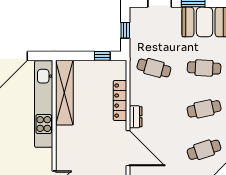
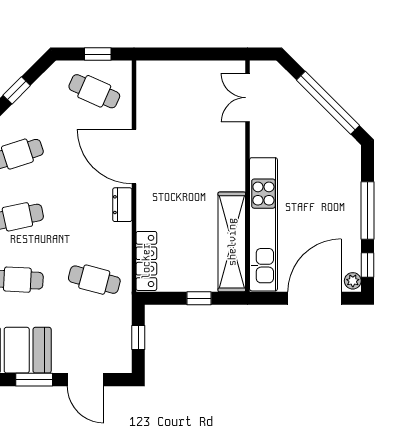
window: (102, 56) -> (199, 298), moved
locker: (120, 101) -> (146, 261), moved

